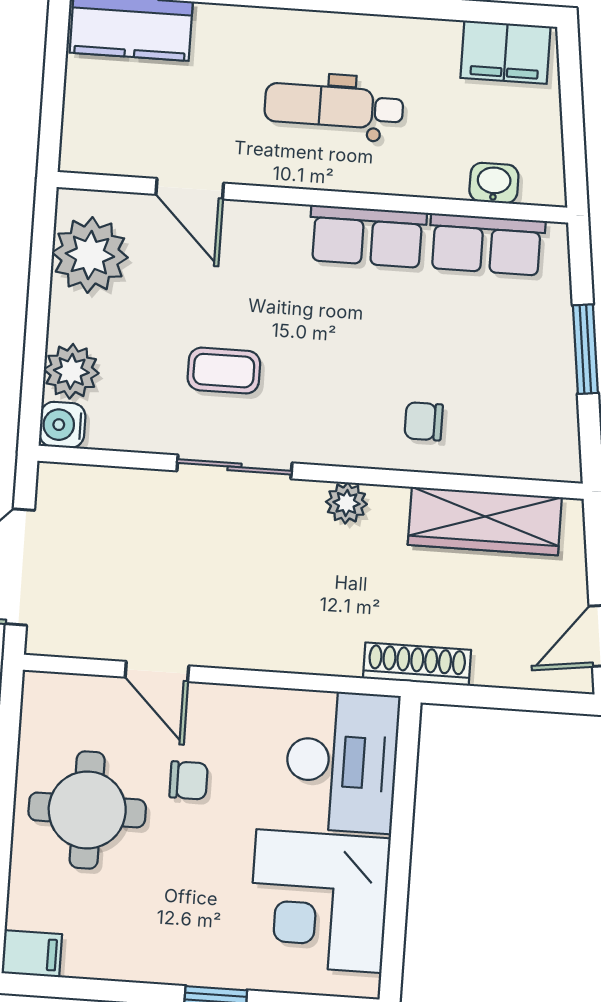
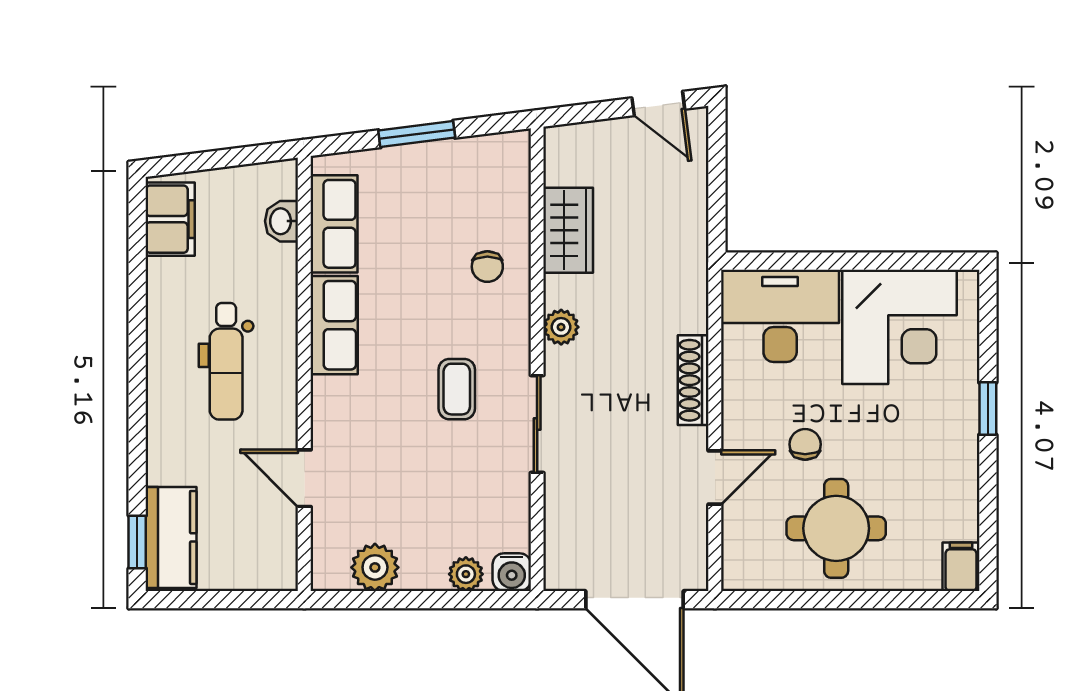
door: (190, 189) -> (304, 478), swing flipped
plant: (90, 255) -> (375, 567), width x0.73, depth x0.73
plant: (71, 371) -> (466, 574), width x0.73, depth x0.73
coffee table: (224, 371) -> (457, 389), moved
wardrobe: (485, 521) -> (568, 230), width x0.67
shoe rack: (417, 664) -> (693, 380), moved

